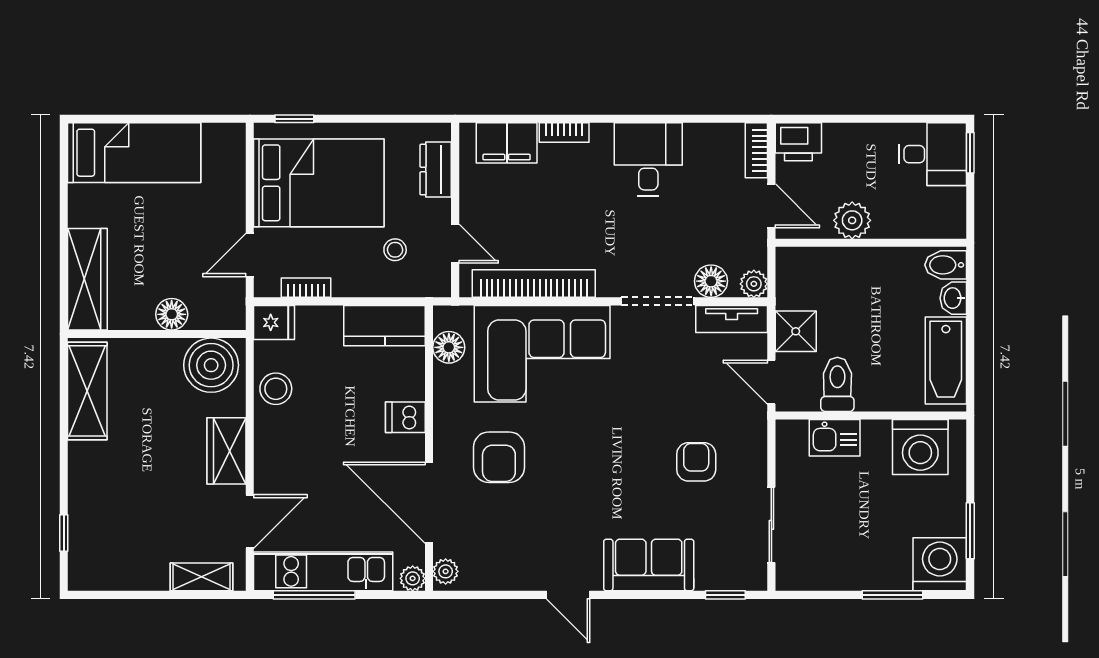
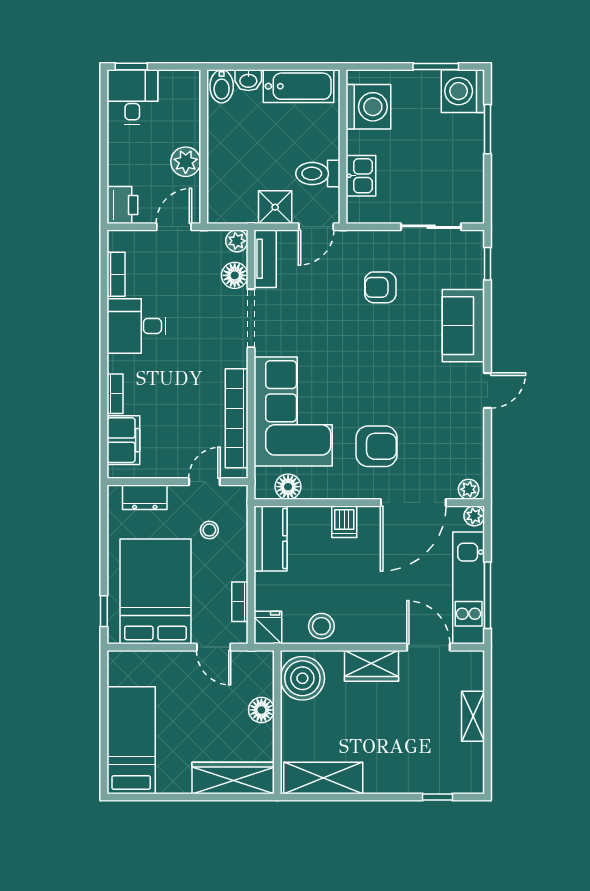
bookcase: (756, 150) -> (116, 274), moved, turned -90
shelving: (201, 577) -> (473, 716), moved

